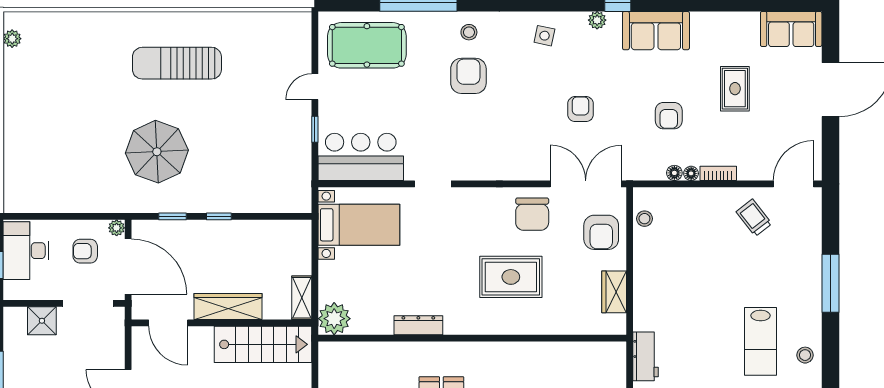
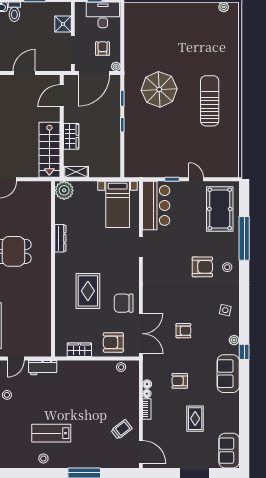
rug: (735, 89) -> (195, 419), turned 90
wardrobe: (228, 306) -> (71, 136), width x0.67

